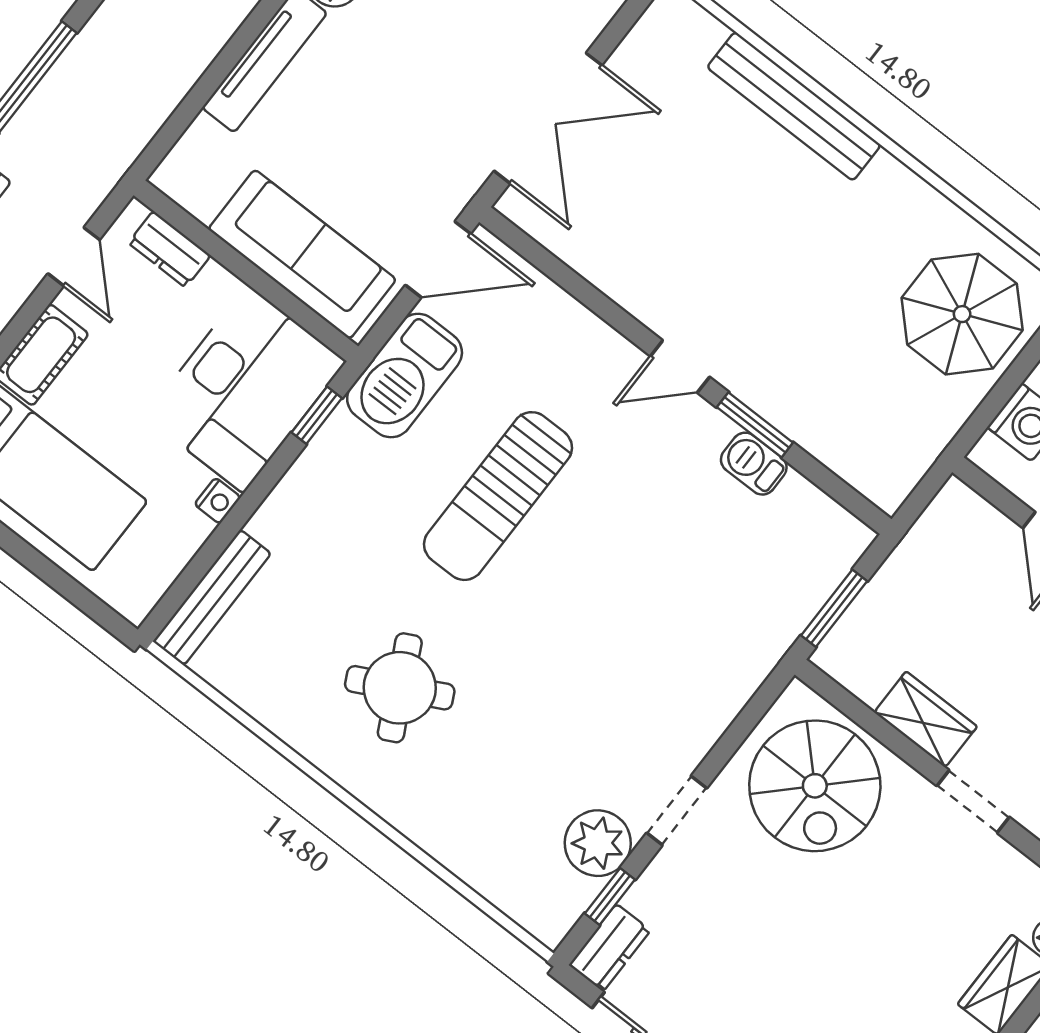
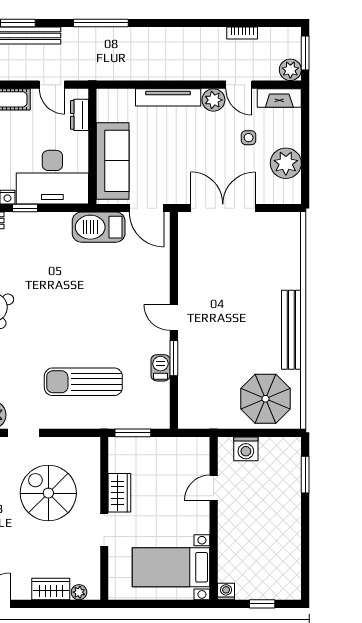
bench: (794, 106) -> (291, 330), moved
double door: (548, 118) -> (223, 208), swing flipped
door: (74, 257) -> (52, 85), hinge flipped
window: (317, 415) -> (25, 208), moved
sun lounger: (498, 496) -> (83, 382), moved
spiral stairs: (815, 786) -> (48, 493), moved, turned 90

